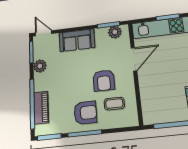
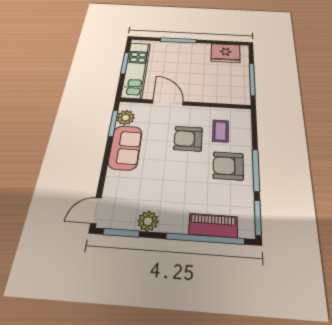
sofa: (77, 40) -> (125, 148), moved
armchair: (104, 80) -> (188, 139), turned 180
armchair: (85, 113) -> (228, 166), turned -90

